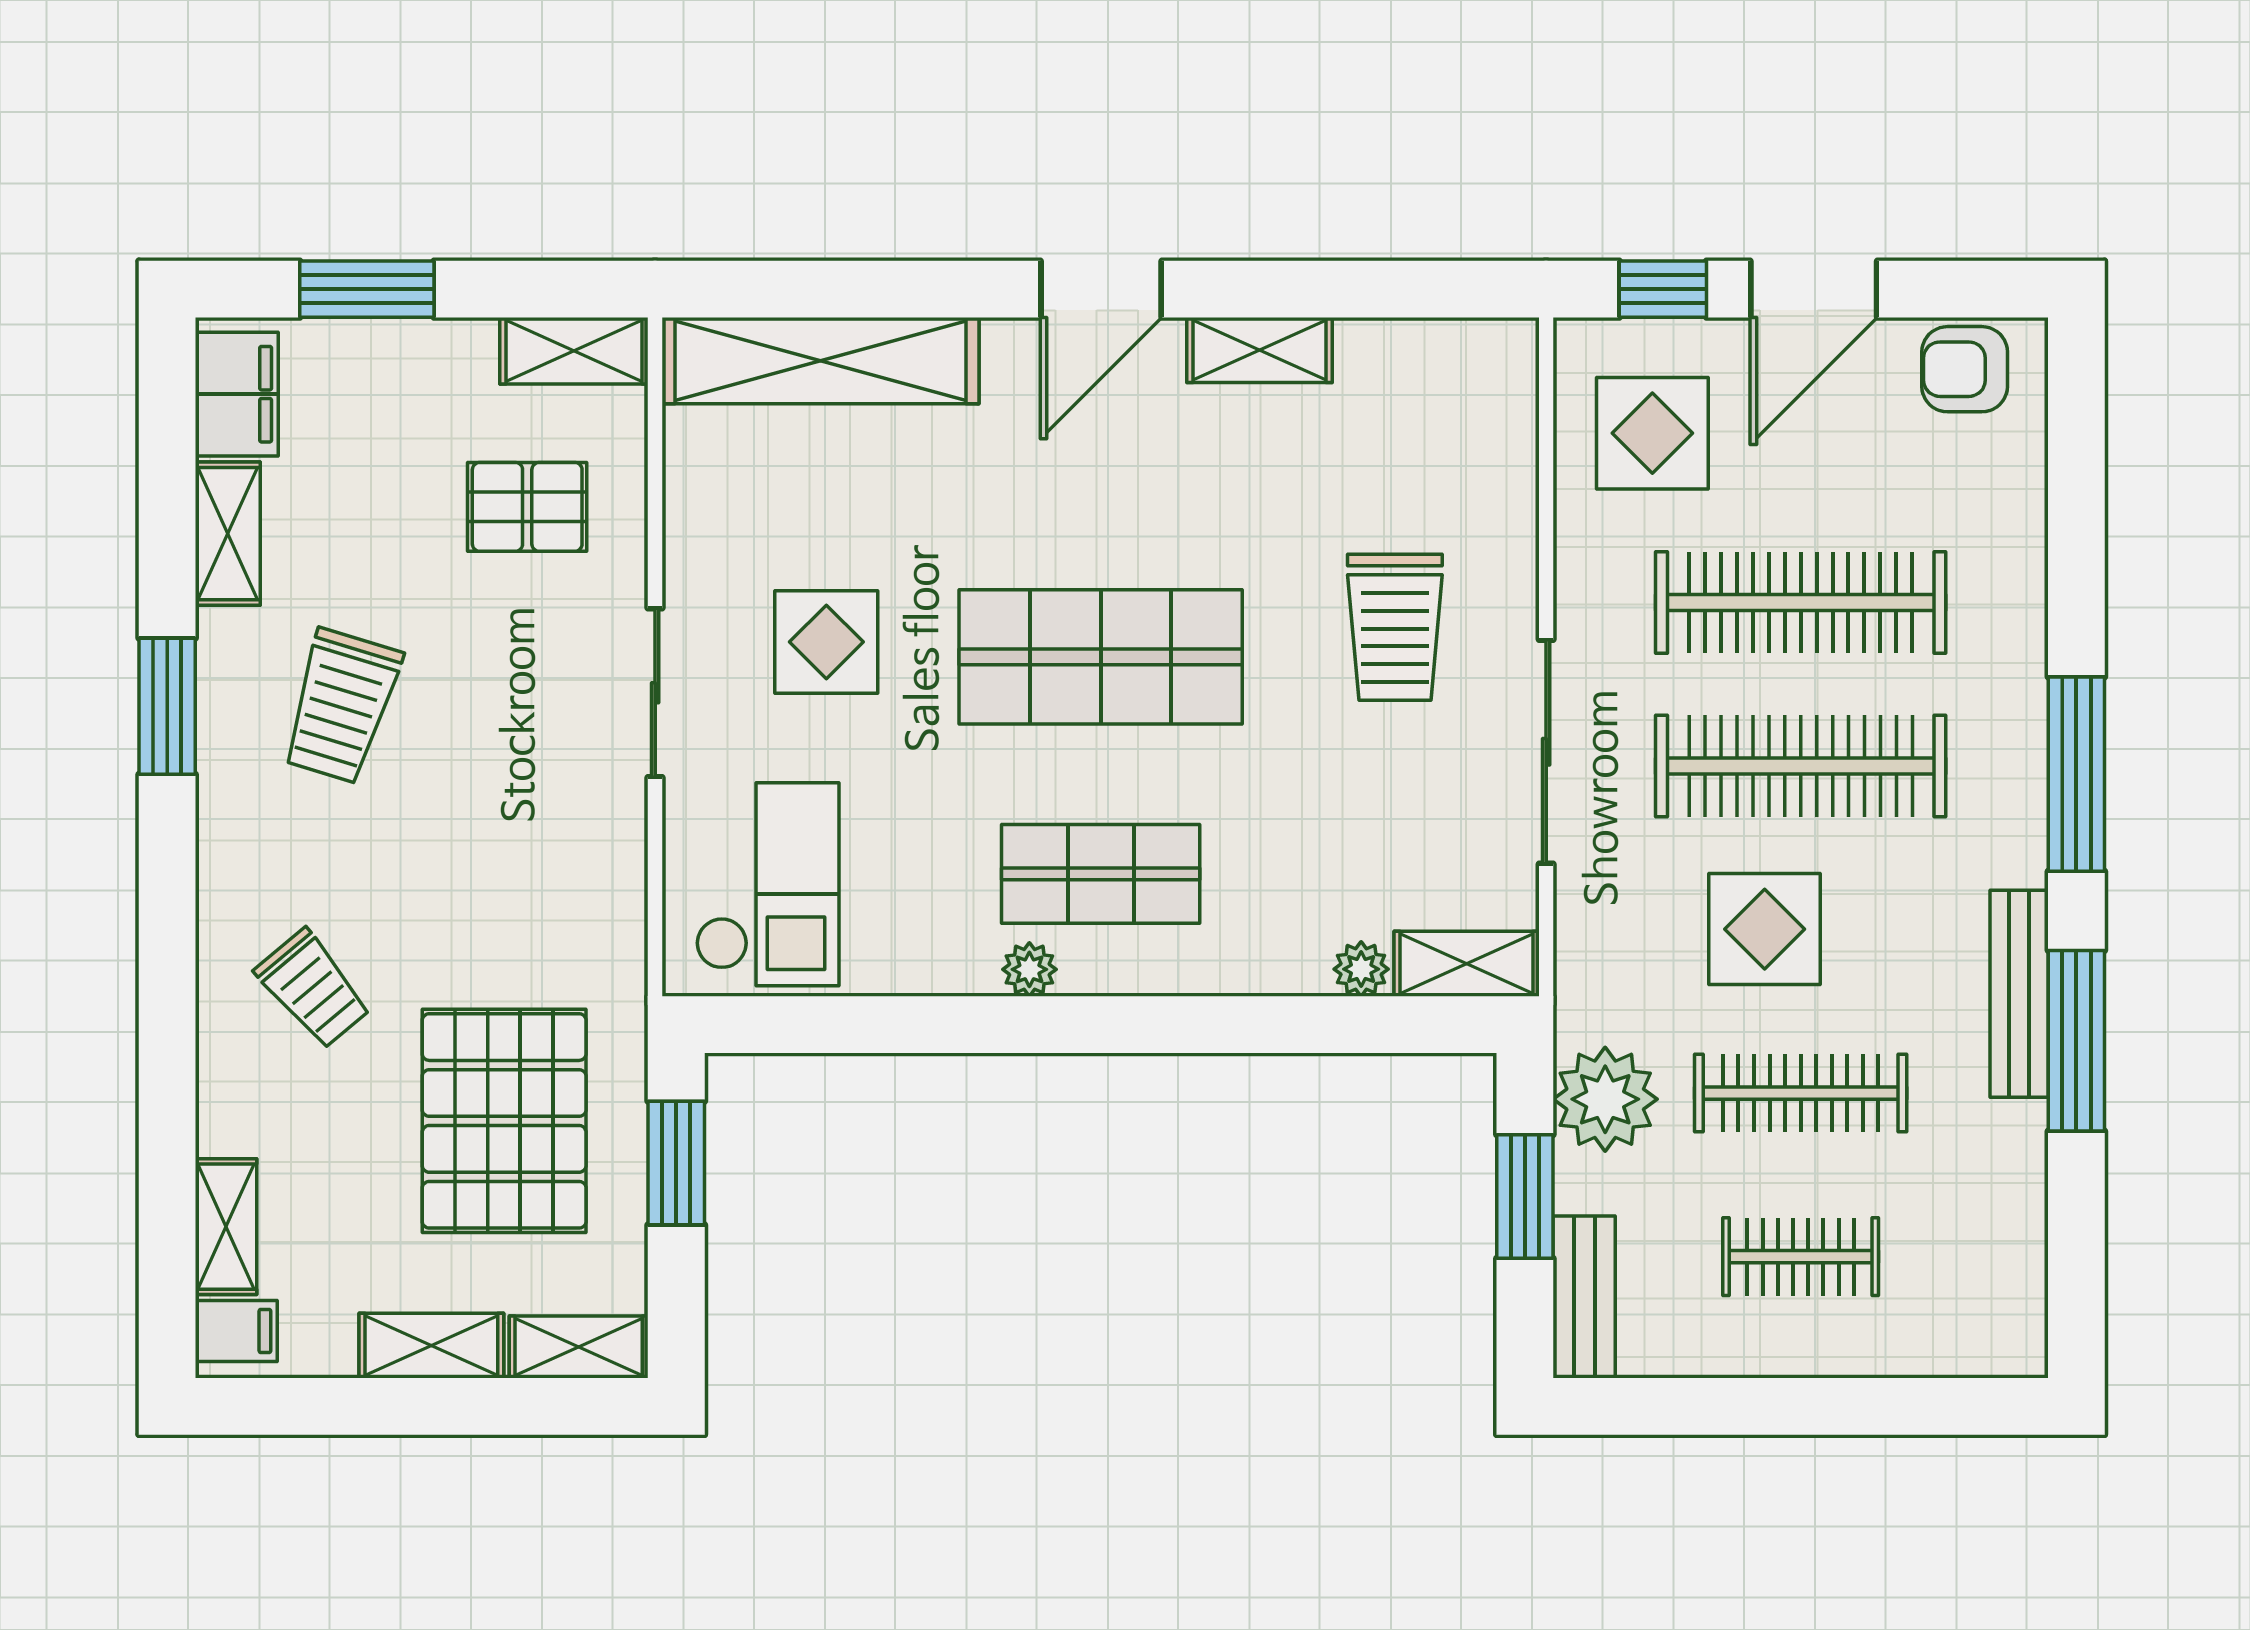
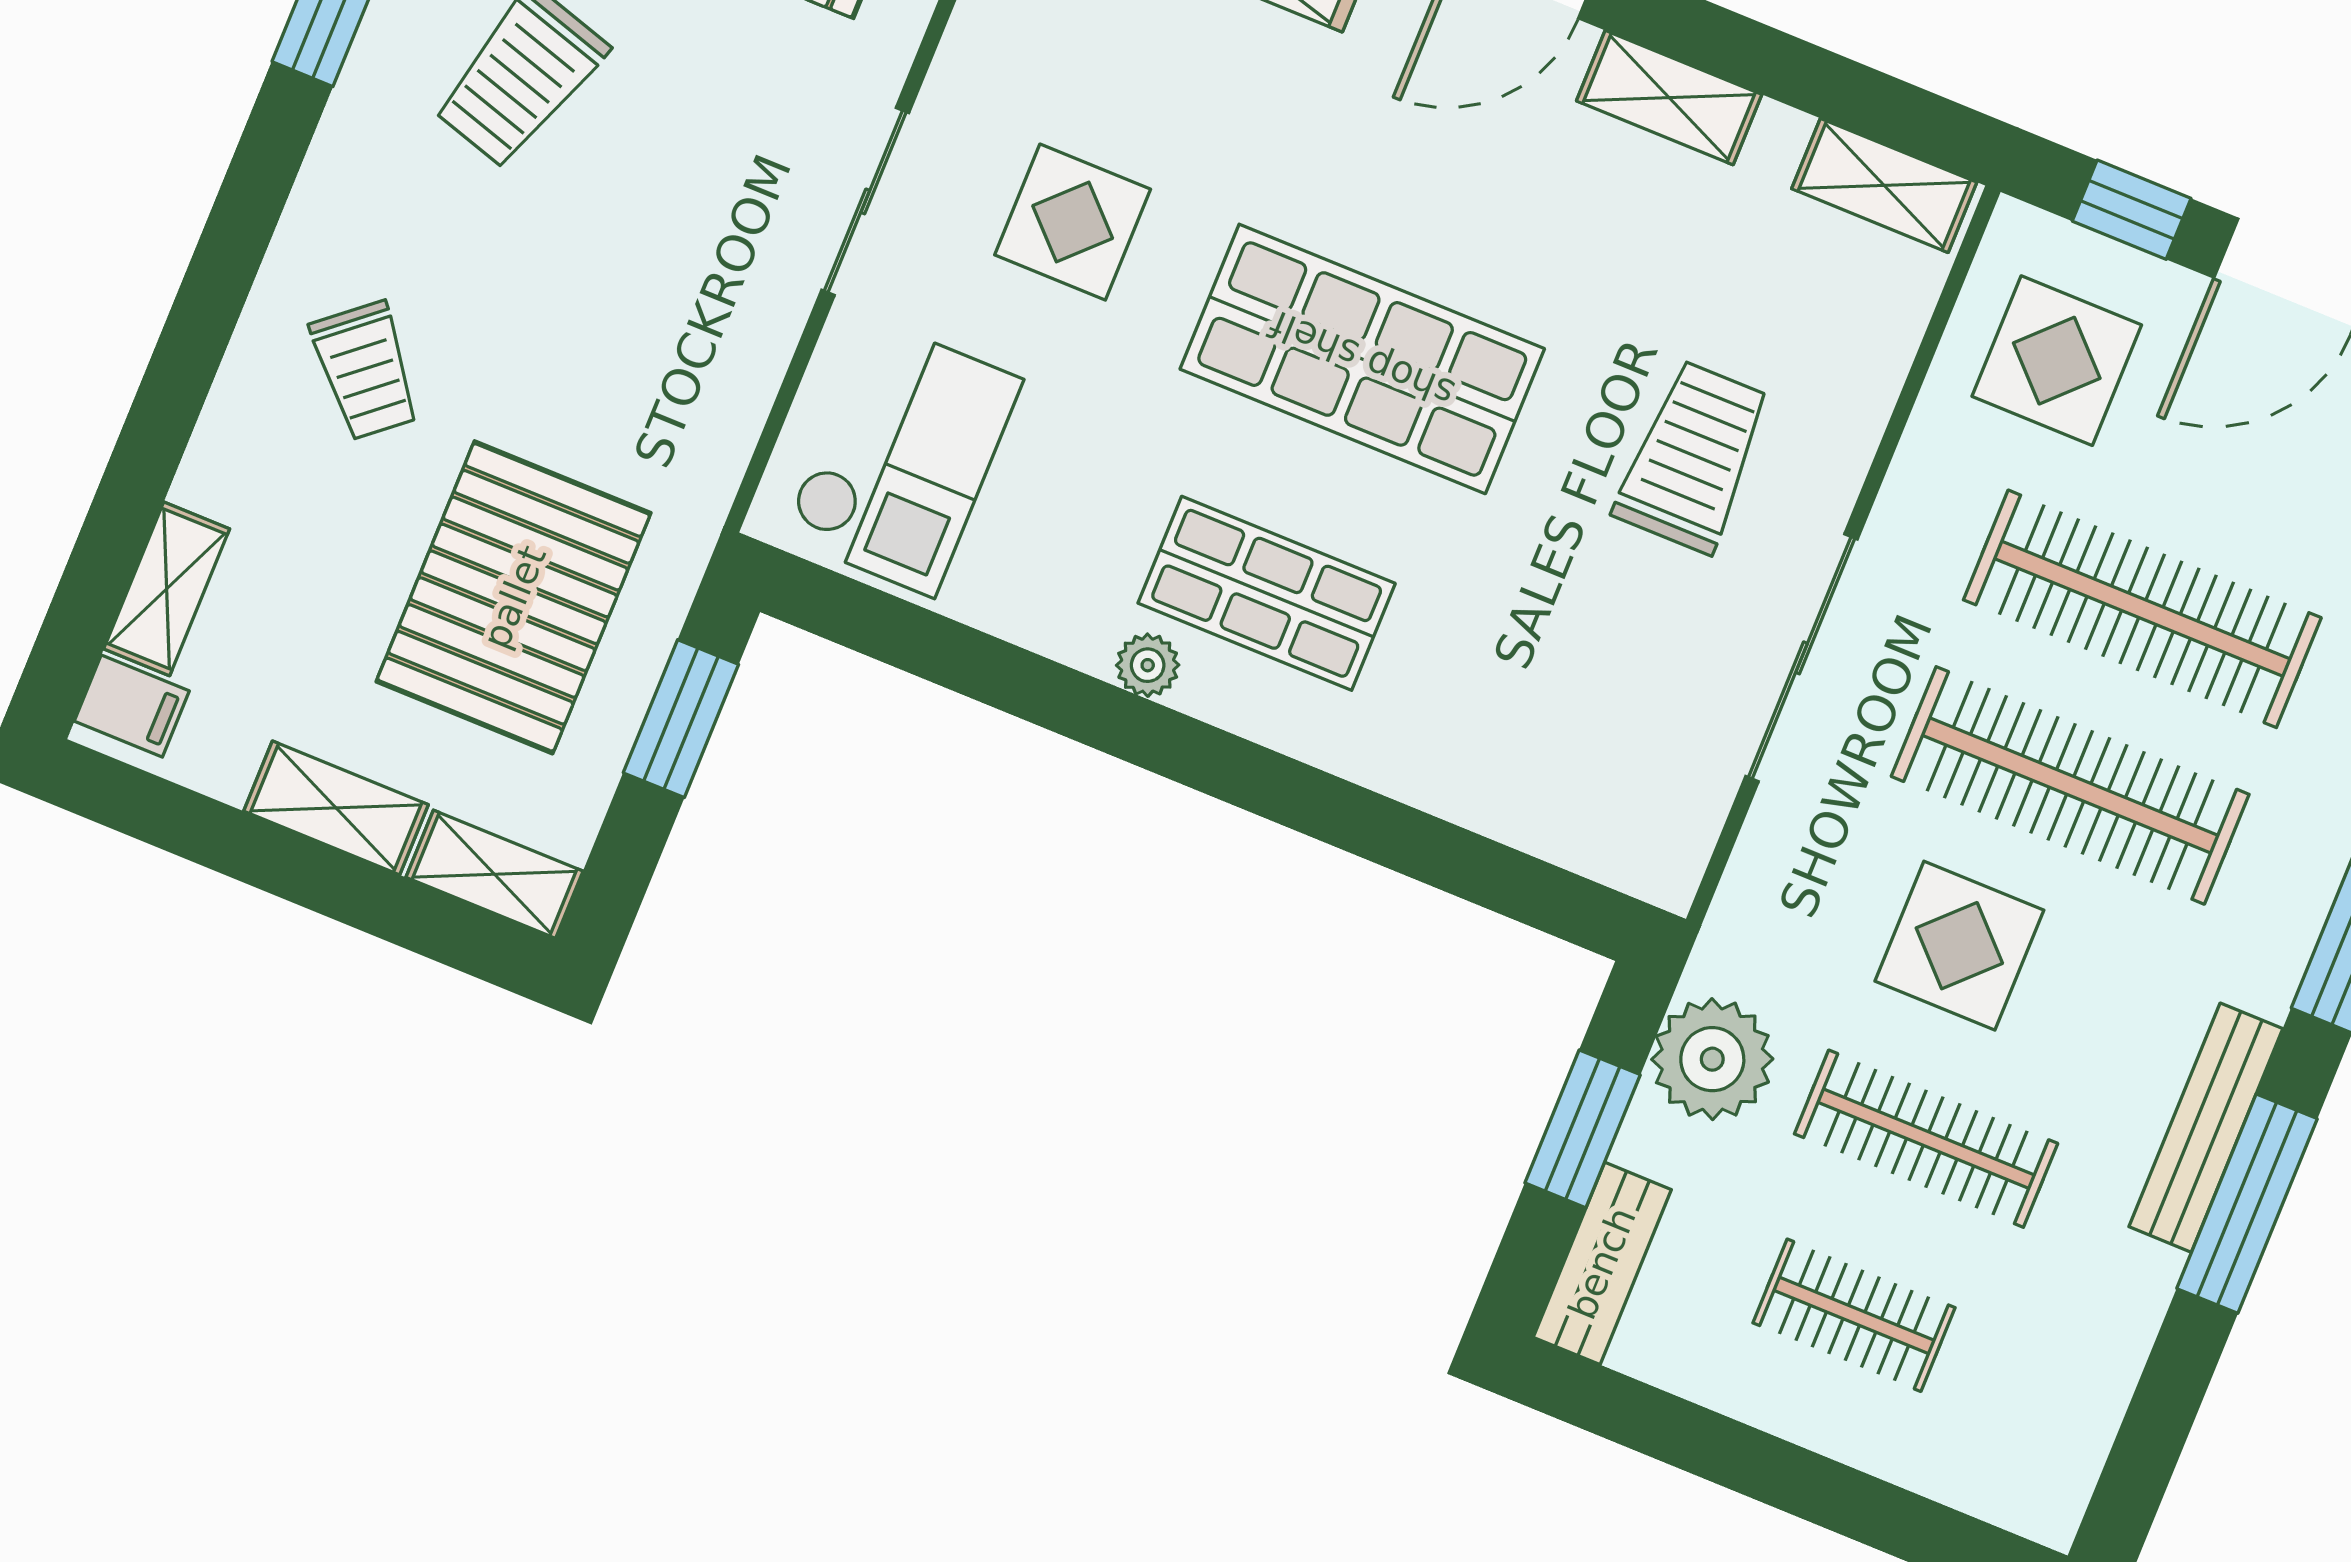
trolley: (1395, 627) -> (1693, 457), turned 180
shelving: (1467, 964) -> (1884, 185), moved
plant: (1361, 969) -> (1506, 811), removed

